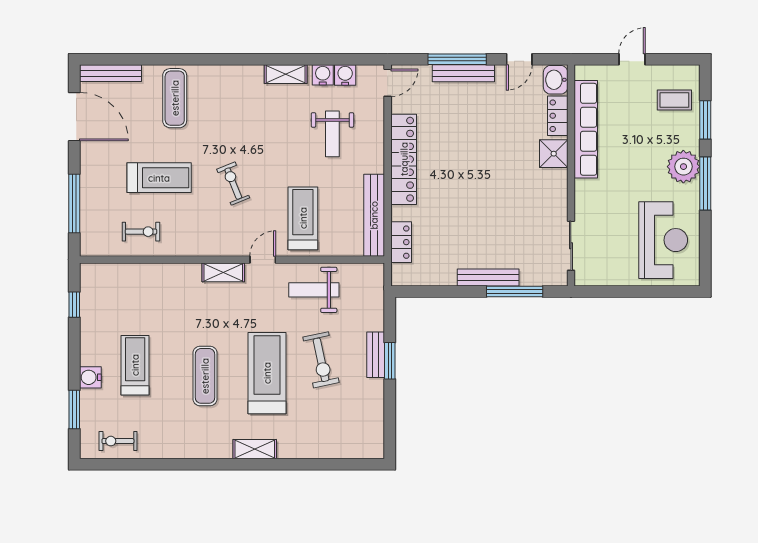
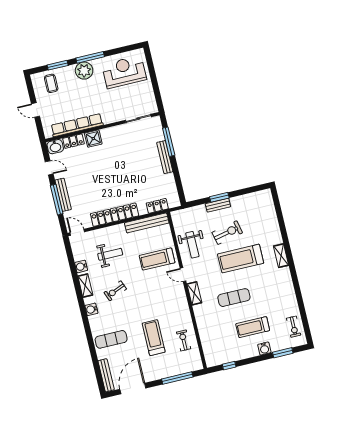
water cooler: (345, 75) -> (91, 309), moved
exercise bike: (233, 184) -> (115, 291), moved
exercise mat: (205, 376) -> (234, 298), moved

